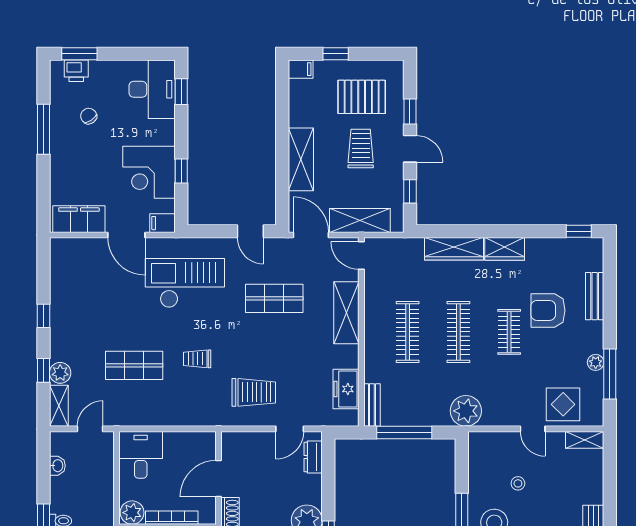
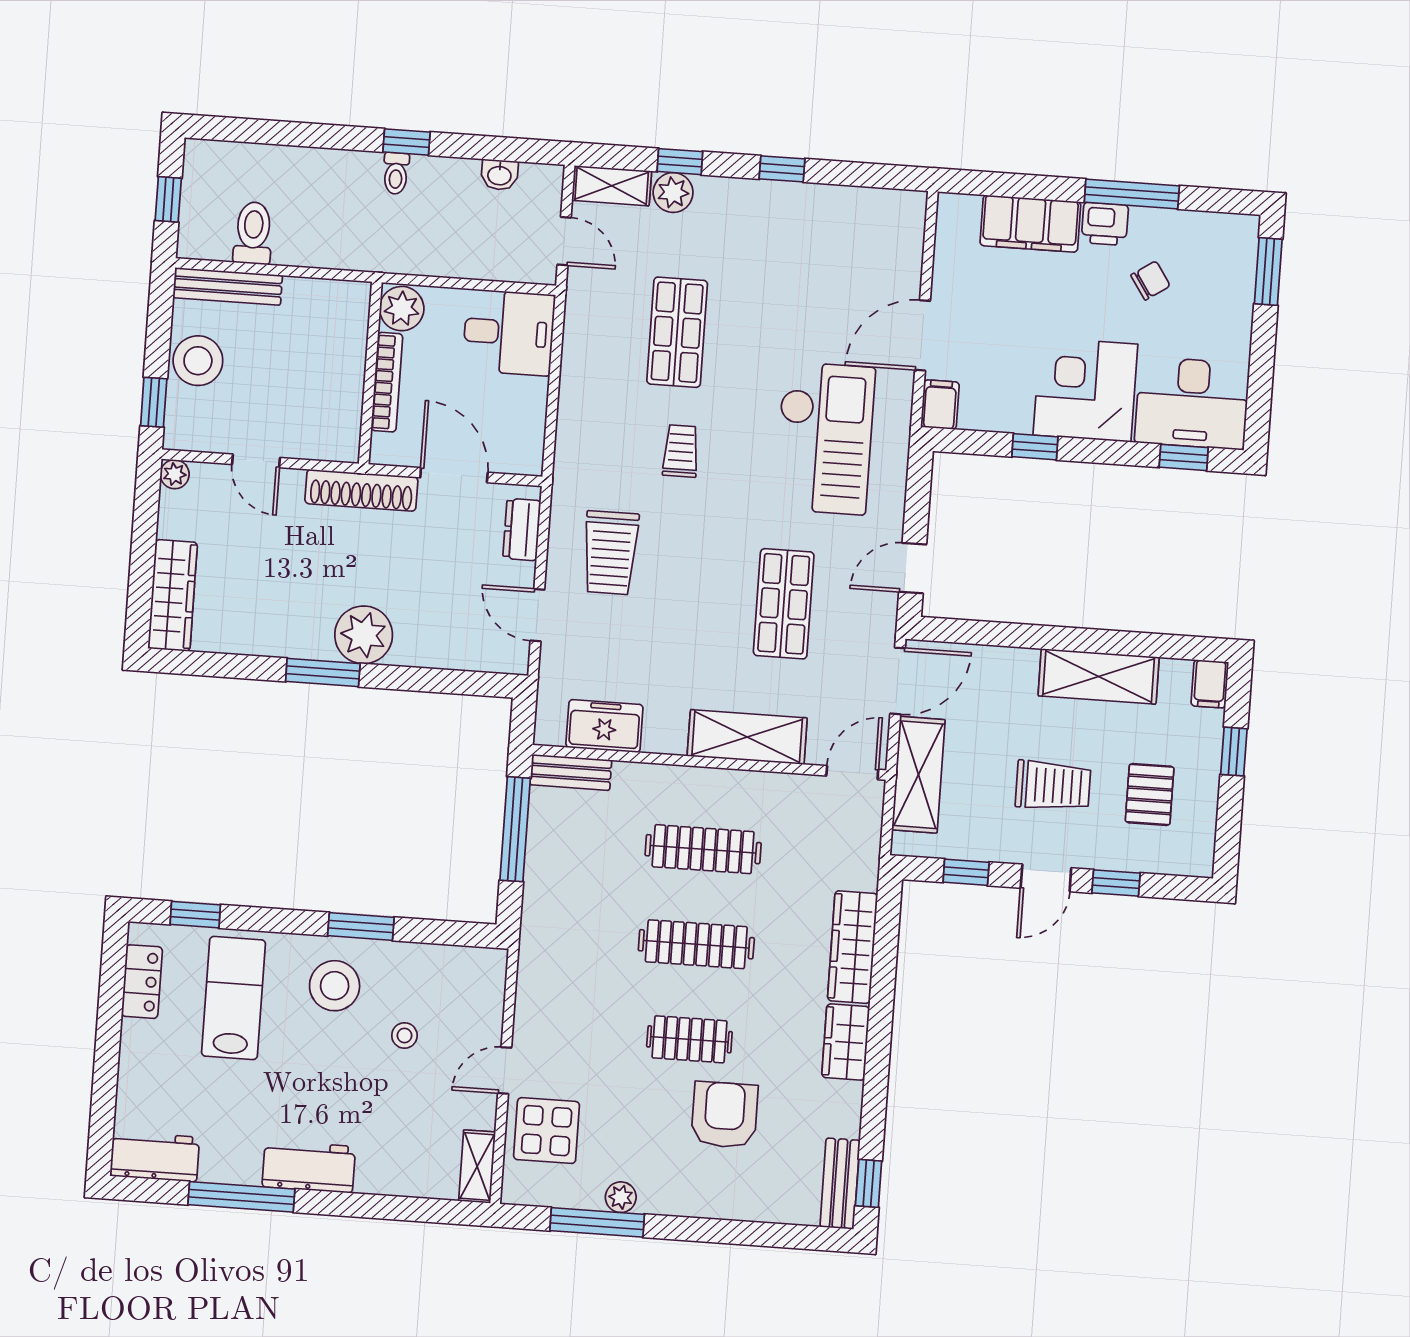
printer: (76, 71) -> (1105, 224), moved, turned -90
pallet: (362, 97) -> (1150, 794), width x0.67, depth x0.71
shelving: (301, 159) -> (1099, 676), moved
corner desk: (149, 172) -> (1085, 390), moved
filing cabinet: (79, 219) -> (1030, 224), moved, turned 90
bench: (595, 296) -> (840, 1184), moved, turned 90
plant: (466, 411) -> (547, 948), removed
dresser: (313, 457) -> (522, 530), moved, turned -90

